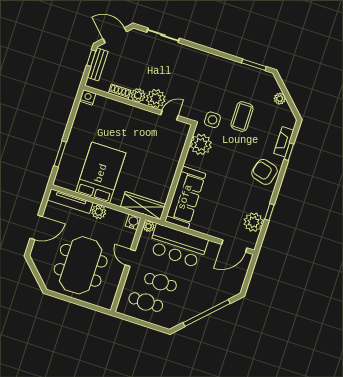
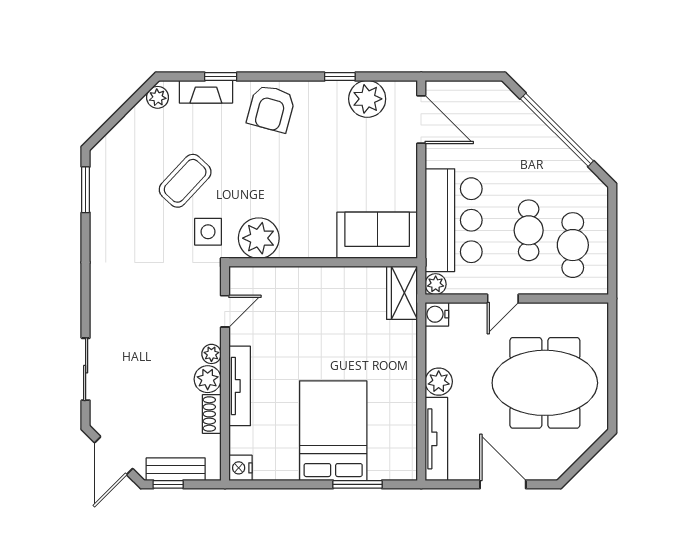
plant: (156, 99) -> (211, 354), width x0.53, depth x0.53
plant: (280, 99) -> (158, 97), moved
tv unit: (129, 110) -> (240, 386), added
door: (169, 115) -> (225, 311), swing flipped
coffee table: (242, 117) -> (185, 181), turned -47
bed: (101, 173) -> (333, 431), moved, turned 90
sofa: (185, 197) -> (377, 235), width x0.73
wardrobe: (143, 206) -> (402, 293), width x0.67

